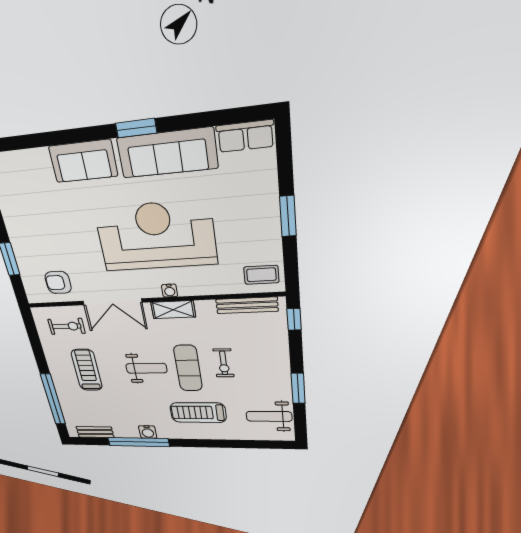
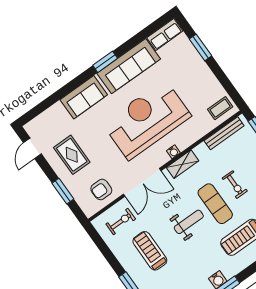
window: (288, 216) -> (201, 47), moved
rug: (37, 225) -> (72, 155), added

